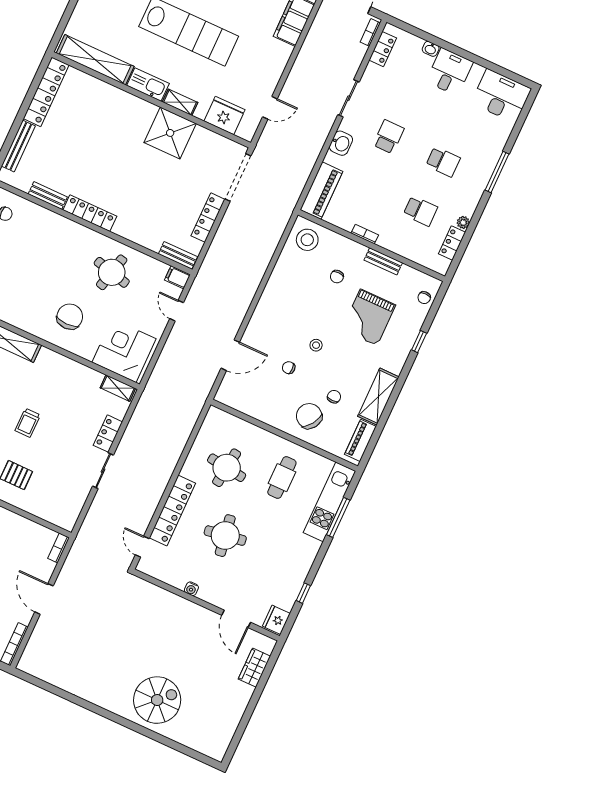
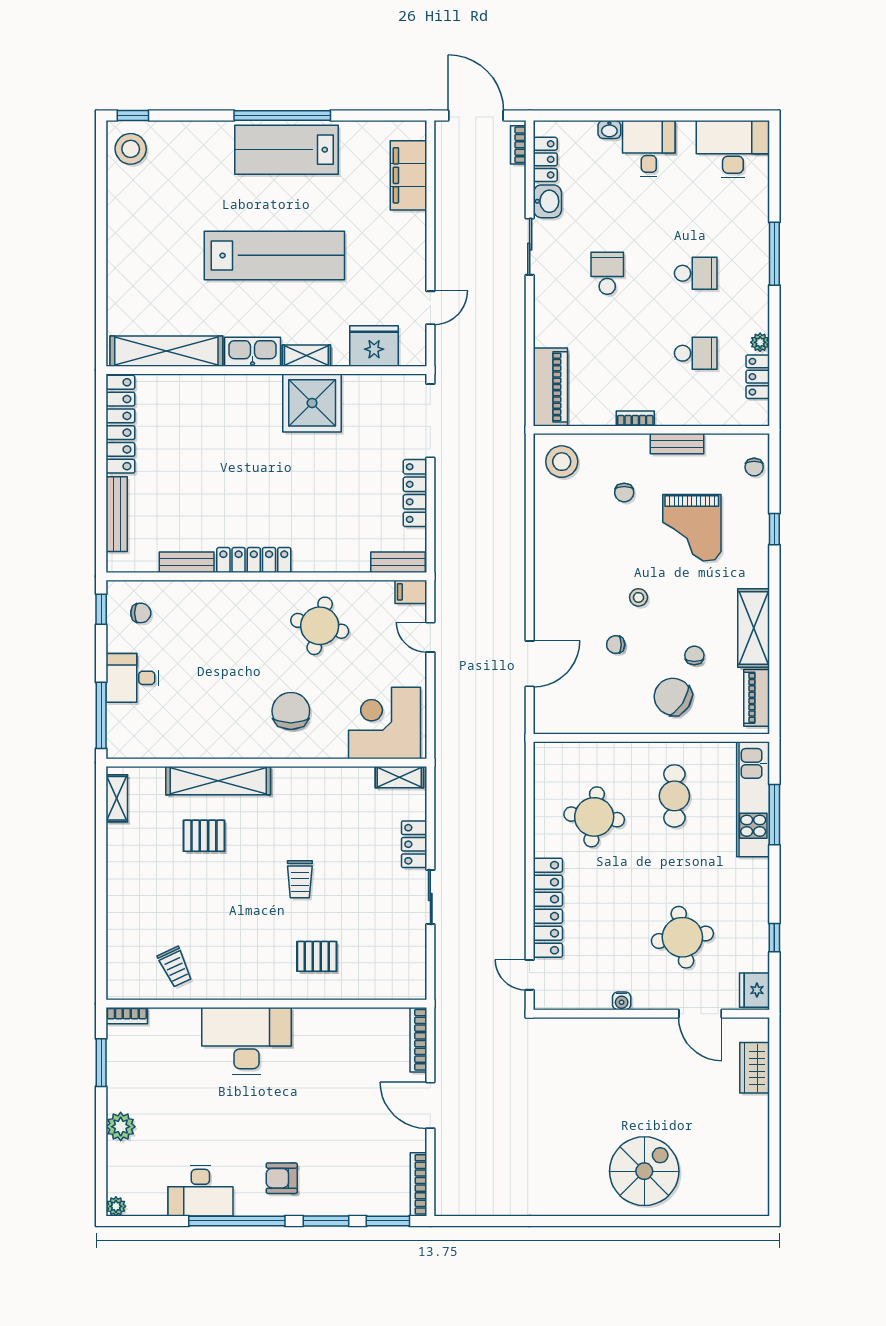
washbasin: (341, 143) -> (547, 201), moved
round table: (225, 536) -> (682, 937), moved
bookcase: (59, 548) -> (418, 1040), width x1.56

